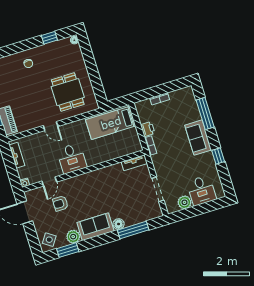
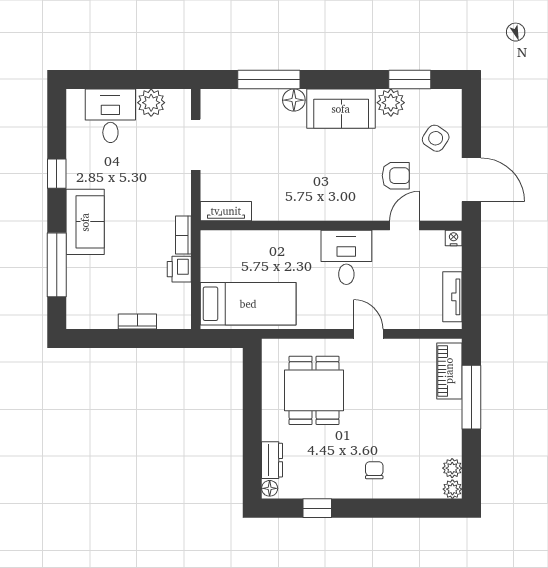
dresser: (77, 54) -> (272, 460), added
side table: (49, 240) -> (436, 138), moved

